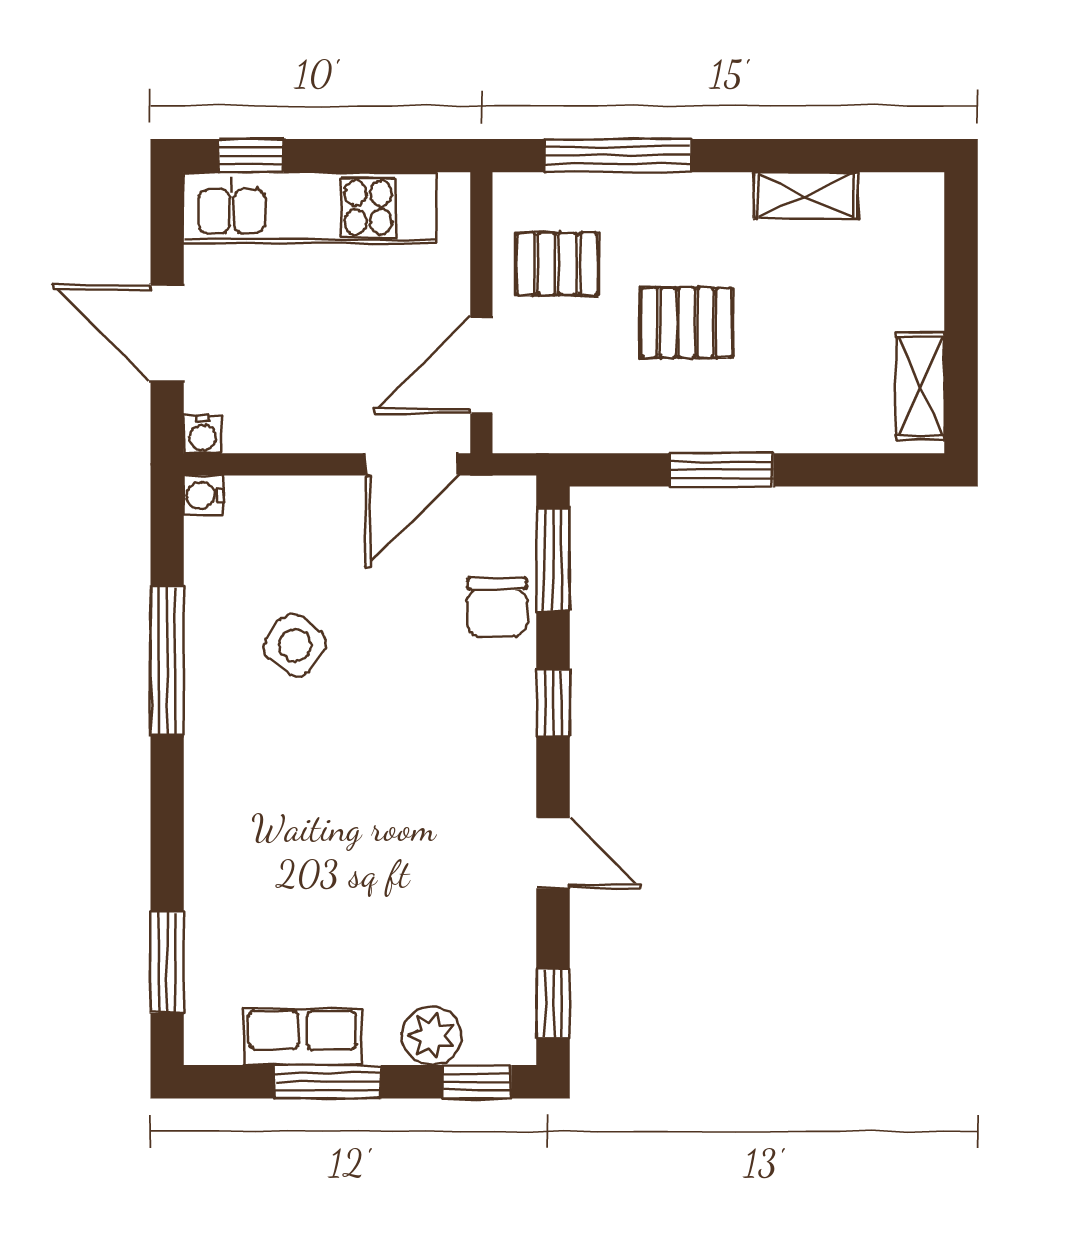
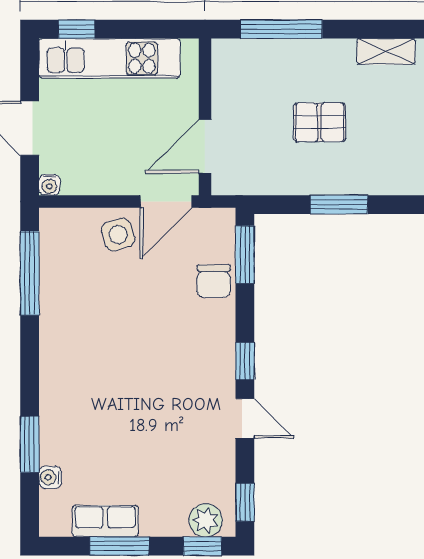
pallet: (557, 264) -> (247, 90), removed
water cooler: (204, 495) -> (50, 477), moved
side table: (295, 645) -> (118, 235), moved, turned 36
window: (167, 661) -> (30, 273), moved
window: (553, 703) -> (245, 361), moved
window: (167, 962) -> (30, 444), moved
plant: (432, 1036) -> (206, 520), moved

